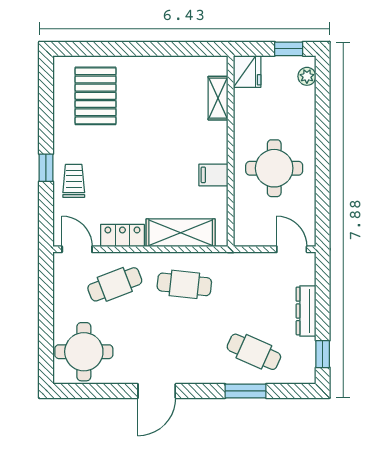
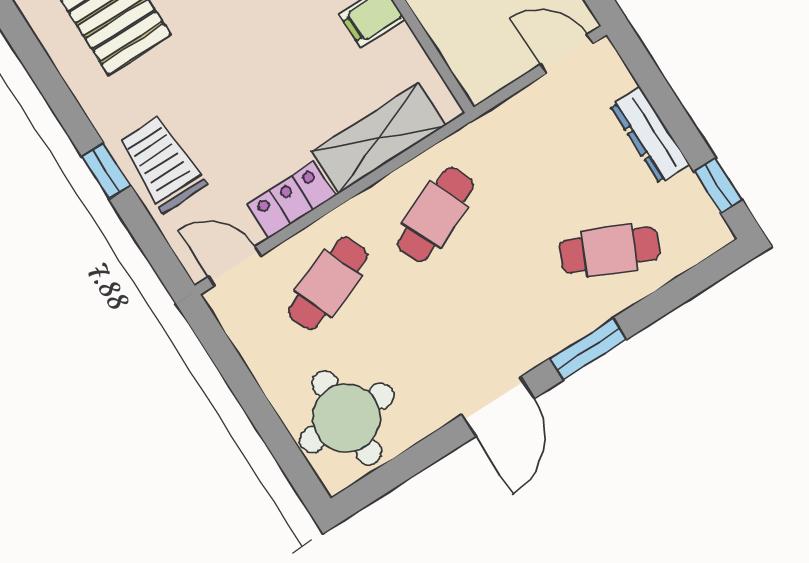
trolley: (74, 181) -> (162, 164), width x1.36, depth x1.39
cafe table: (184, 284) -> (435, 214), turned -30
window: (246, 391) -> (588, 349), moved

